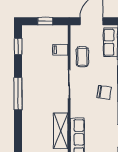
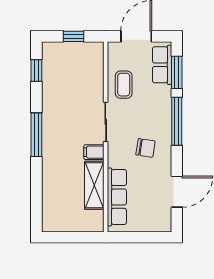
filing cabinet: (60, 50) -> (94, 152), moved
chair: (104, 92) -> (146, 148), moved

